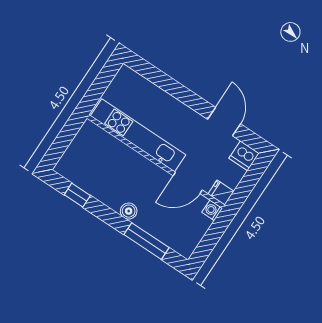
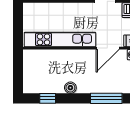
boiler: (129, 211) -> (70, 88), moved

